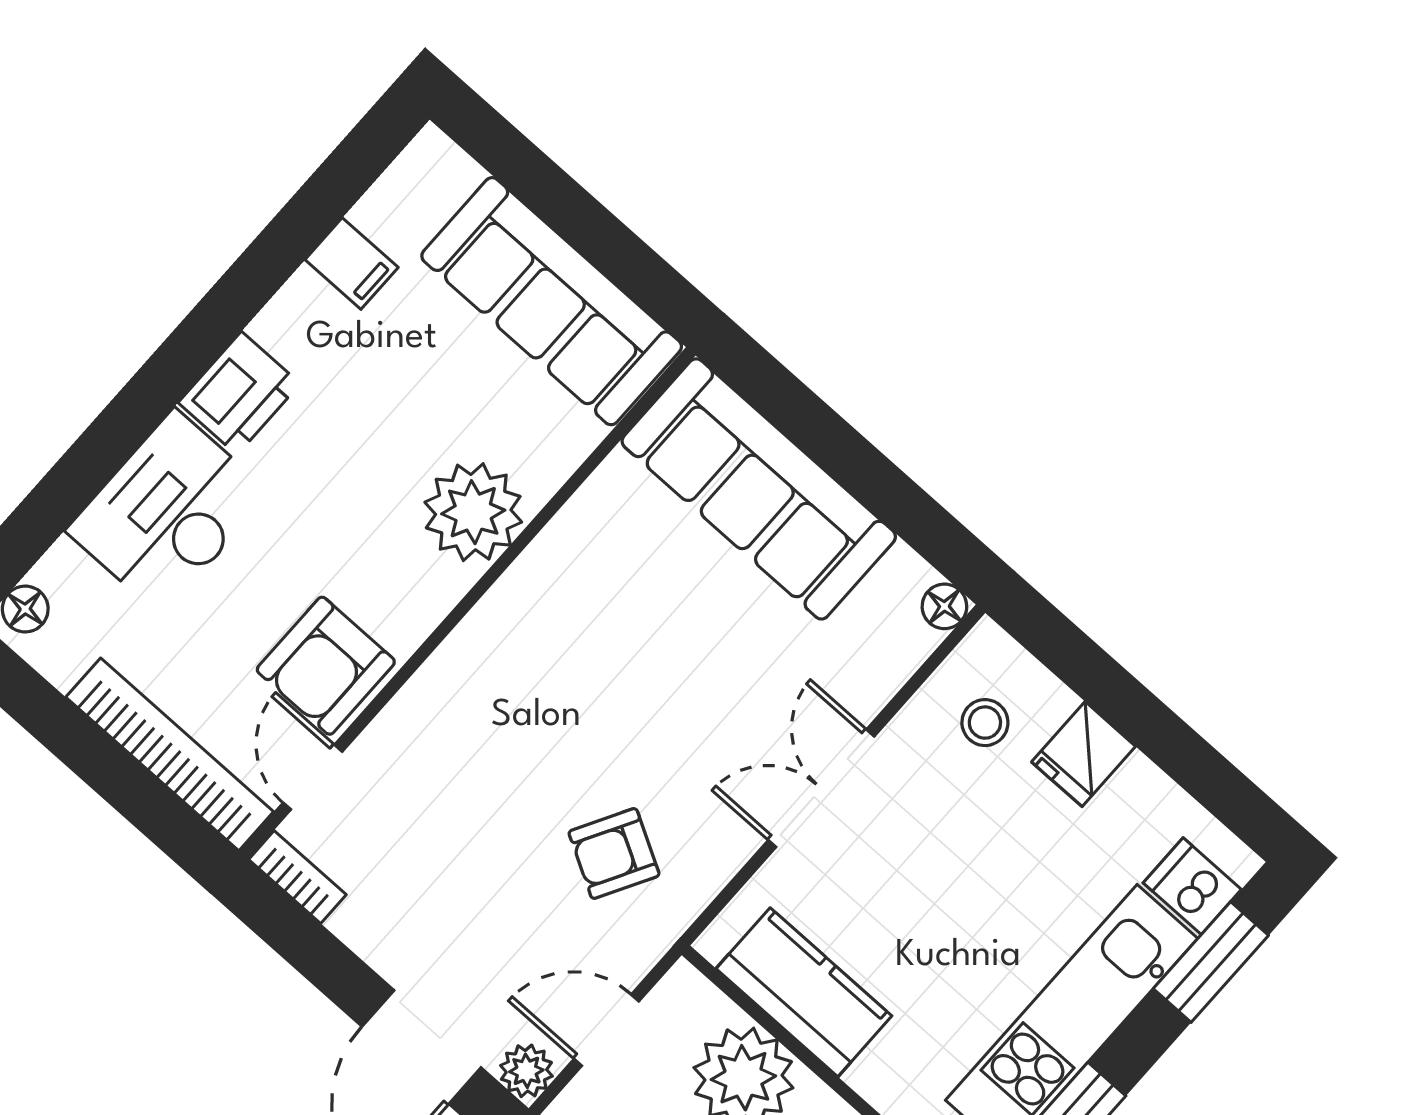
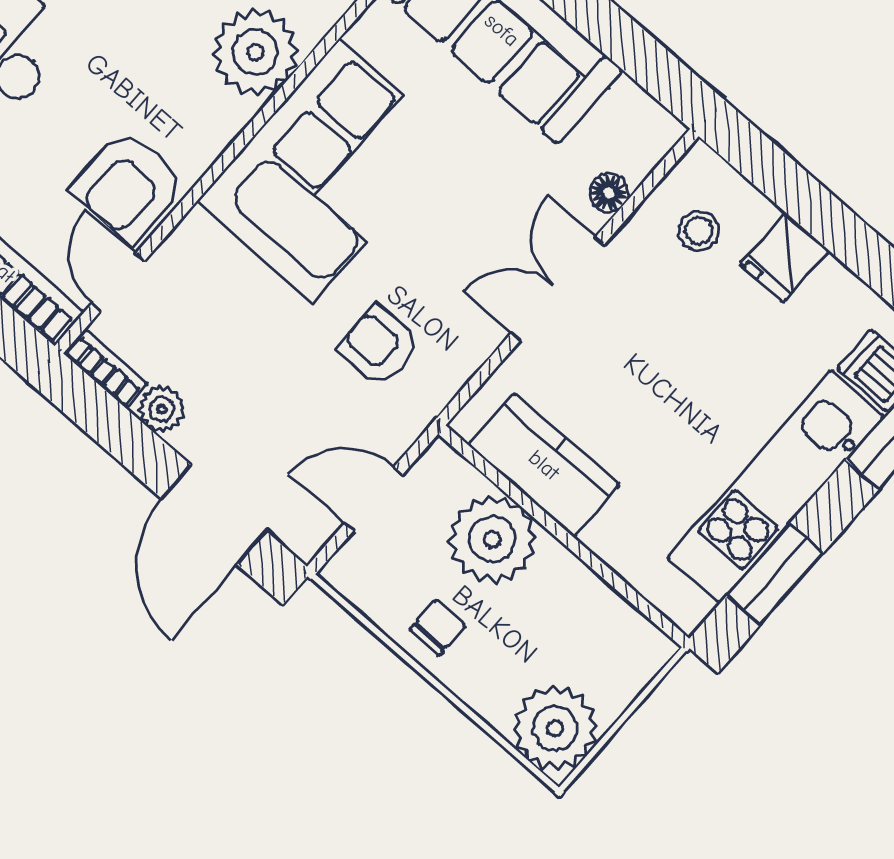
floor lamp: (944, 606) -> (609, 193), moved
corner sofa: (554, 650) -> (326, 171), added
armchair: (614, 853) -> (379, 346), turned 61
plant: (526, 1071) -> (162, 409), moved

